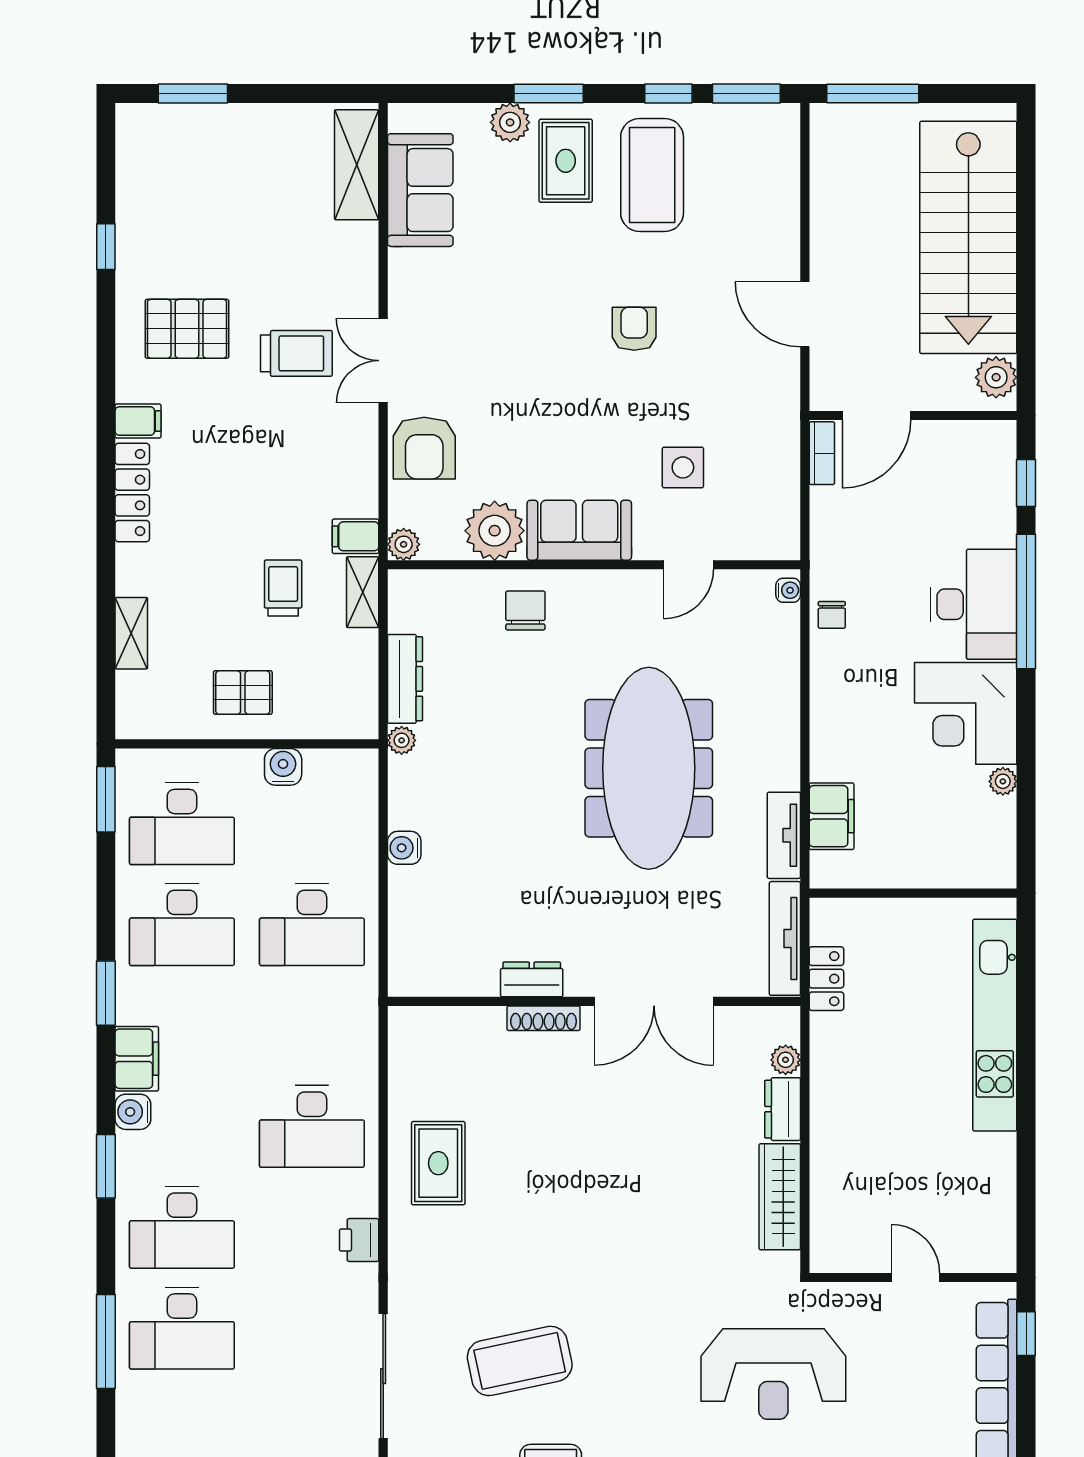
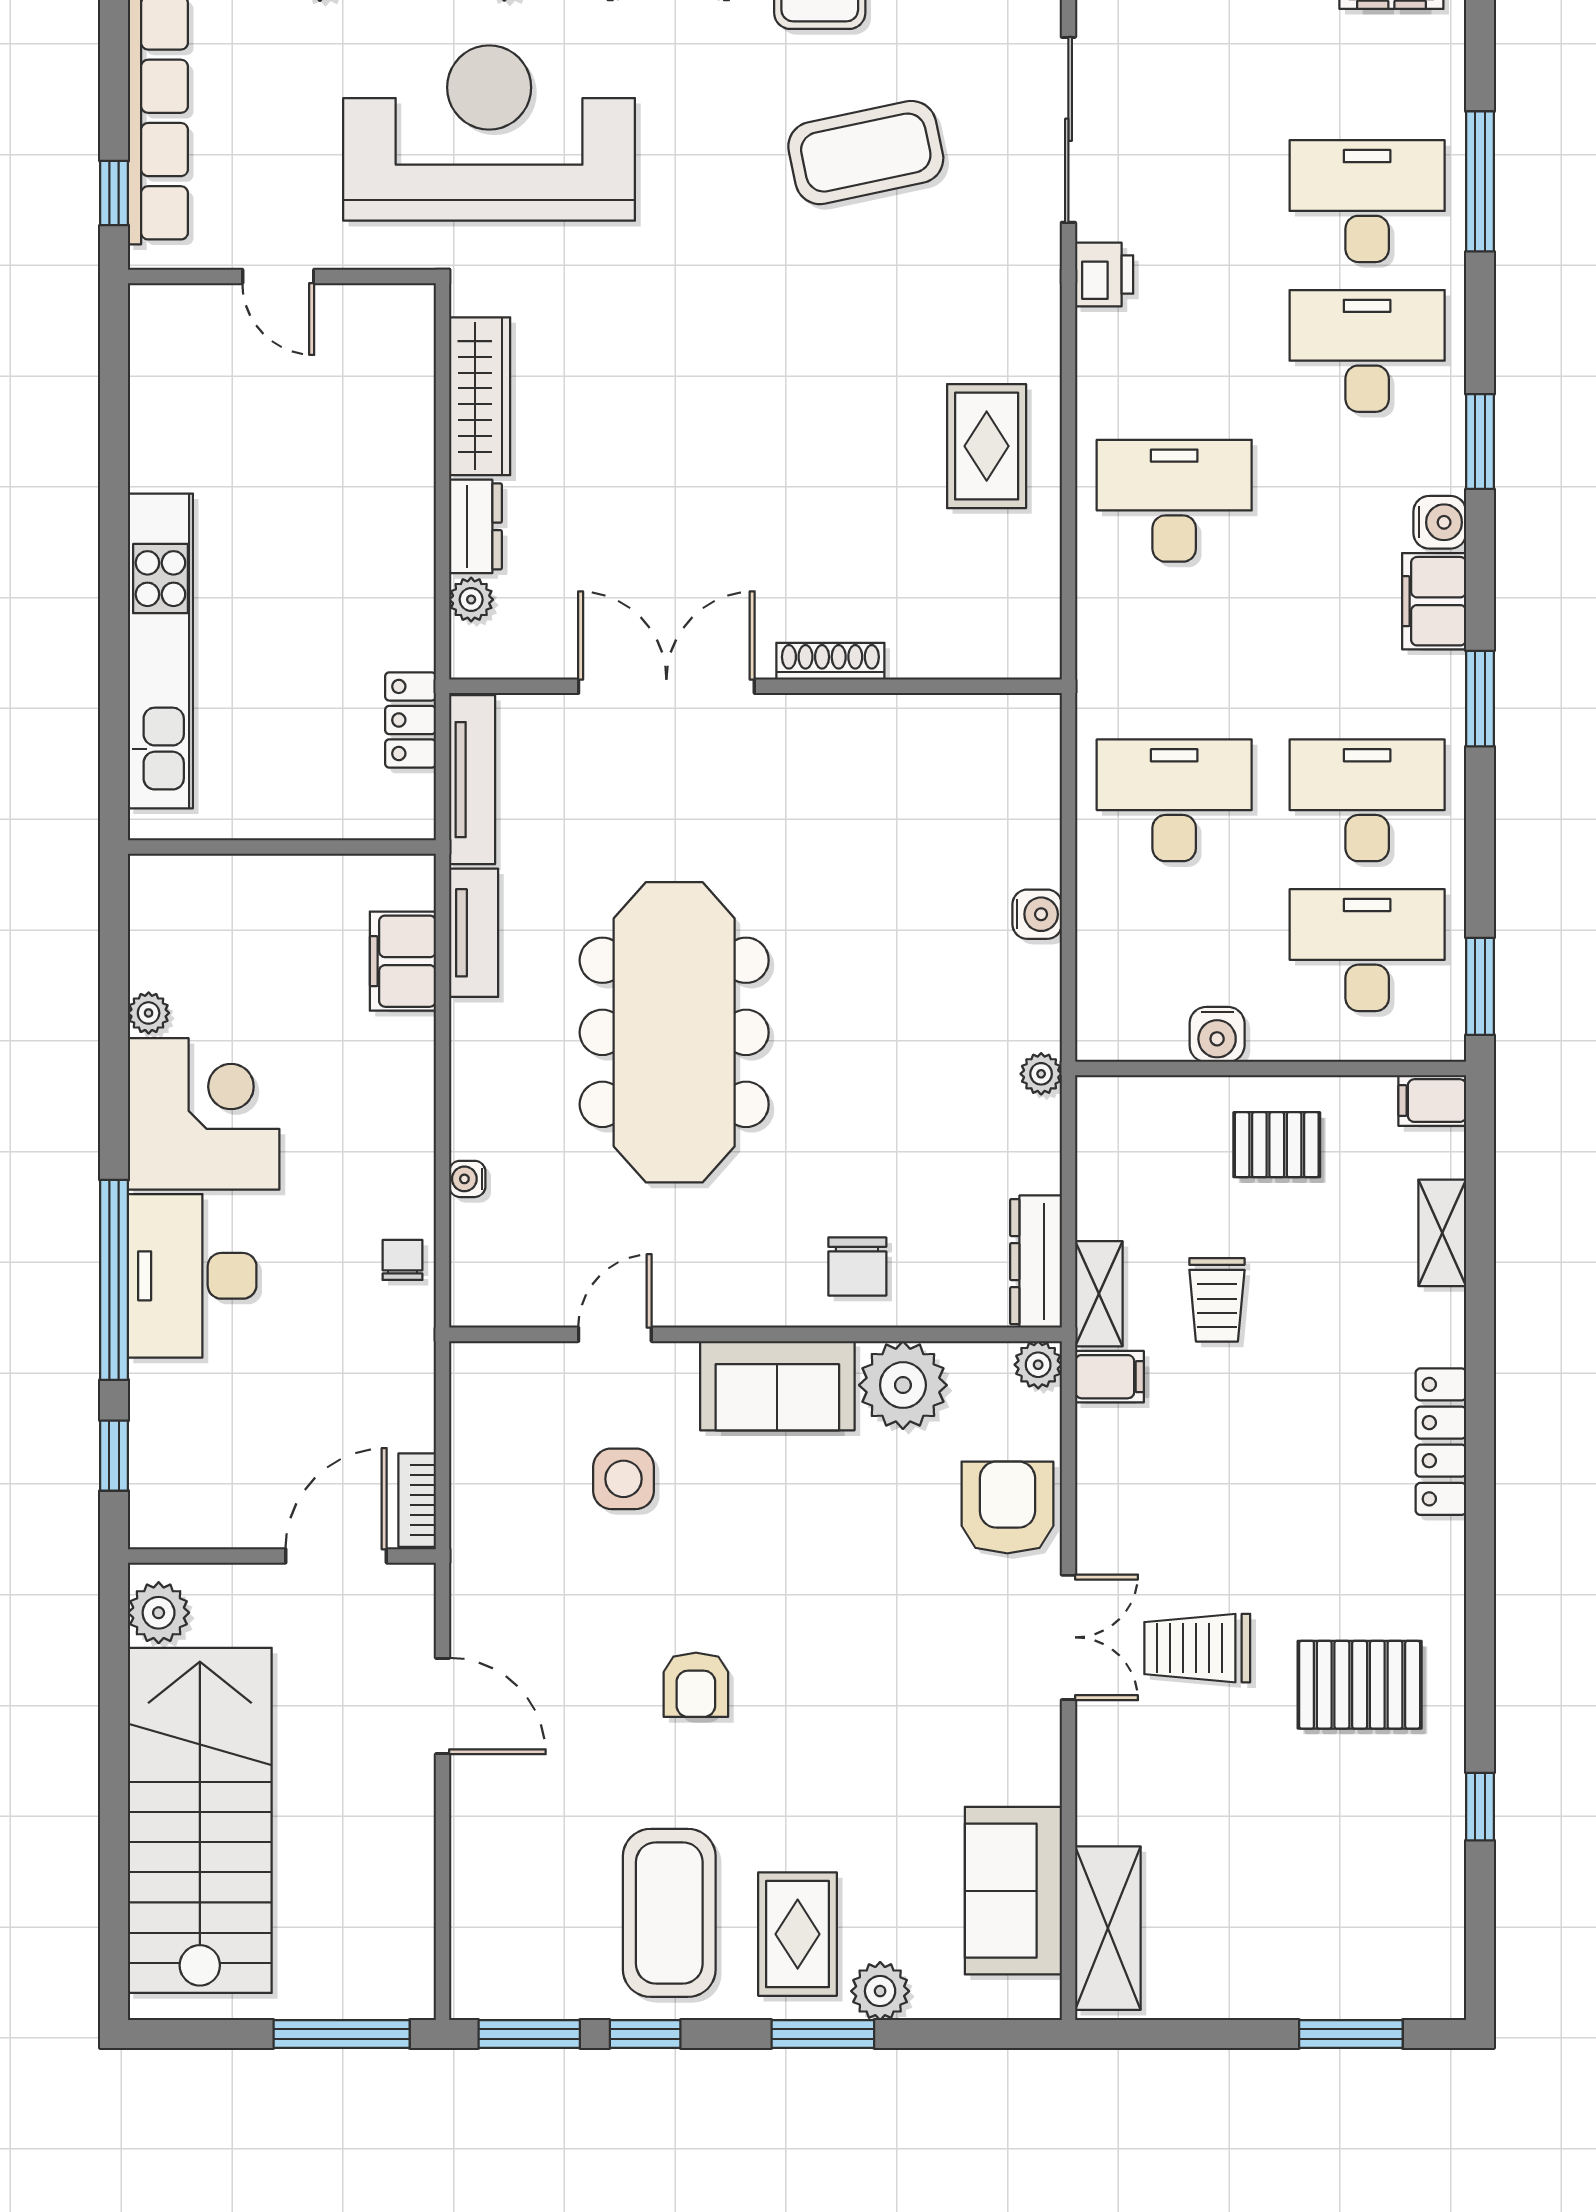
filing cabinet: (138, 421) -> (1432, 1101), moved
water cooler: (788, 590) -> (467, 1179), moved
dresser: (405, 679) -> (1036, 1262), moved
dresser: (532, 979) -> (848, 719), removed
printer: (359, 1240) -> (1104, 274), moved
reception desk: (773, 1374) -> (489, 133), width x1.36, depth x1.30

